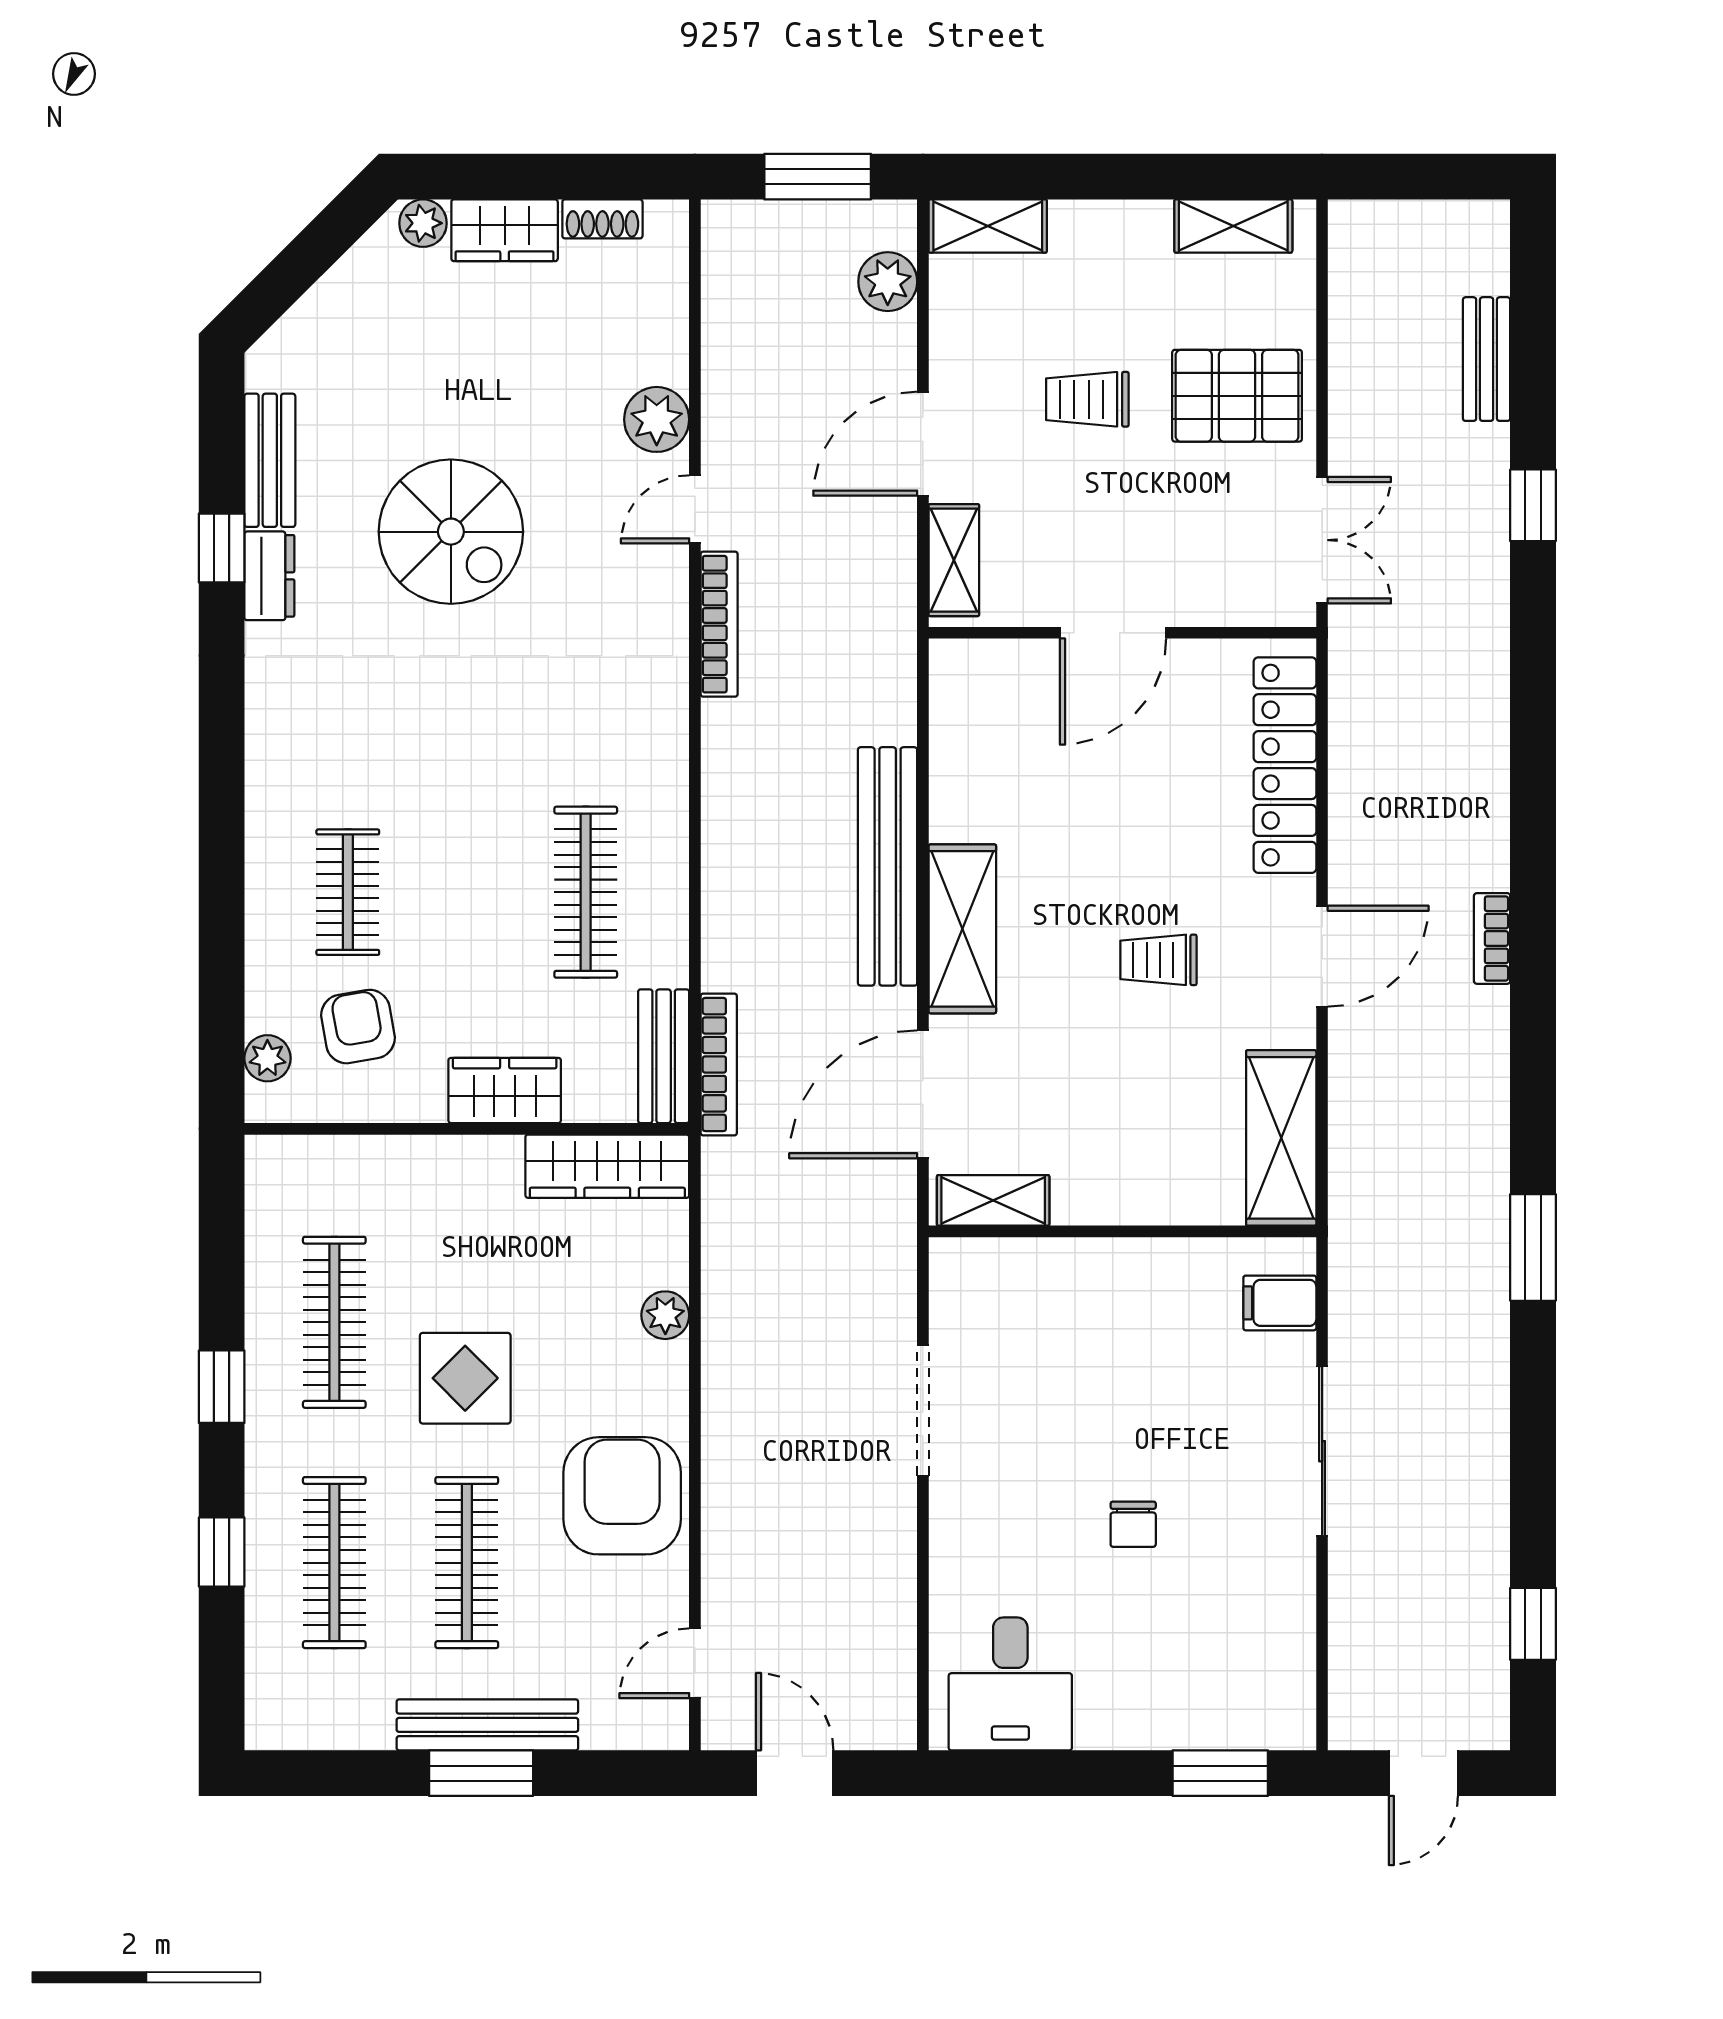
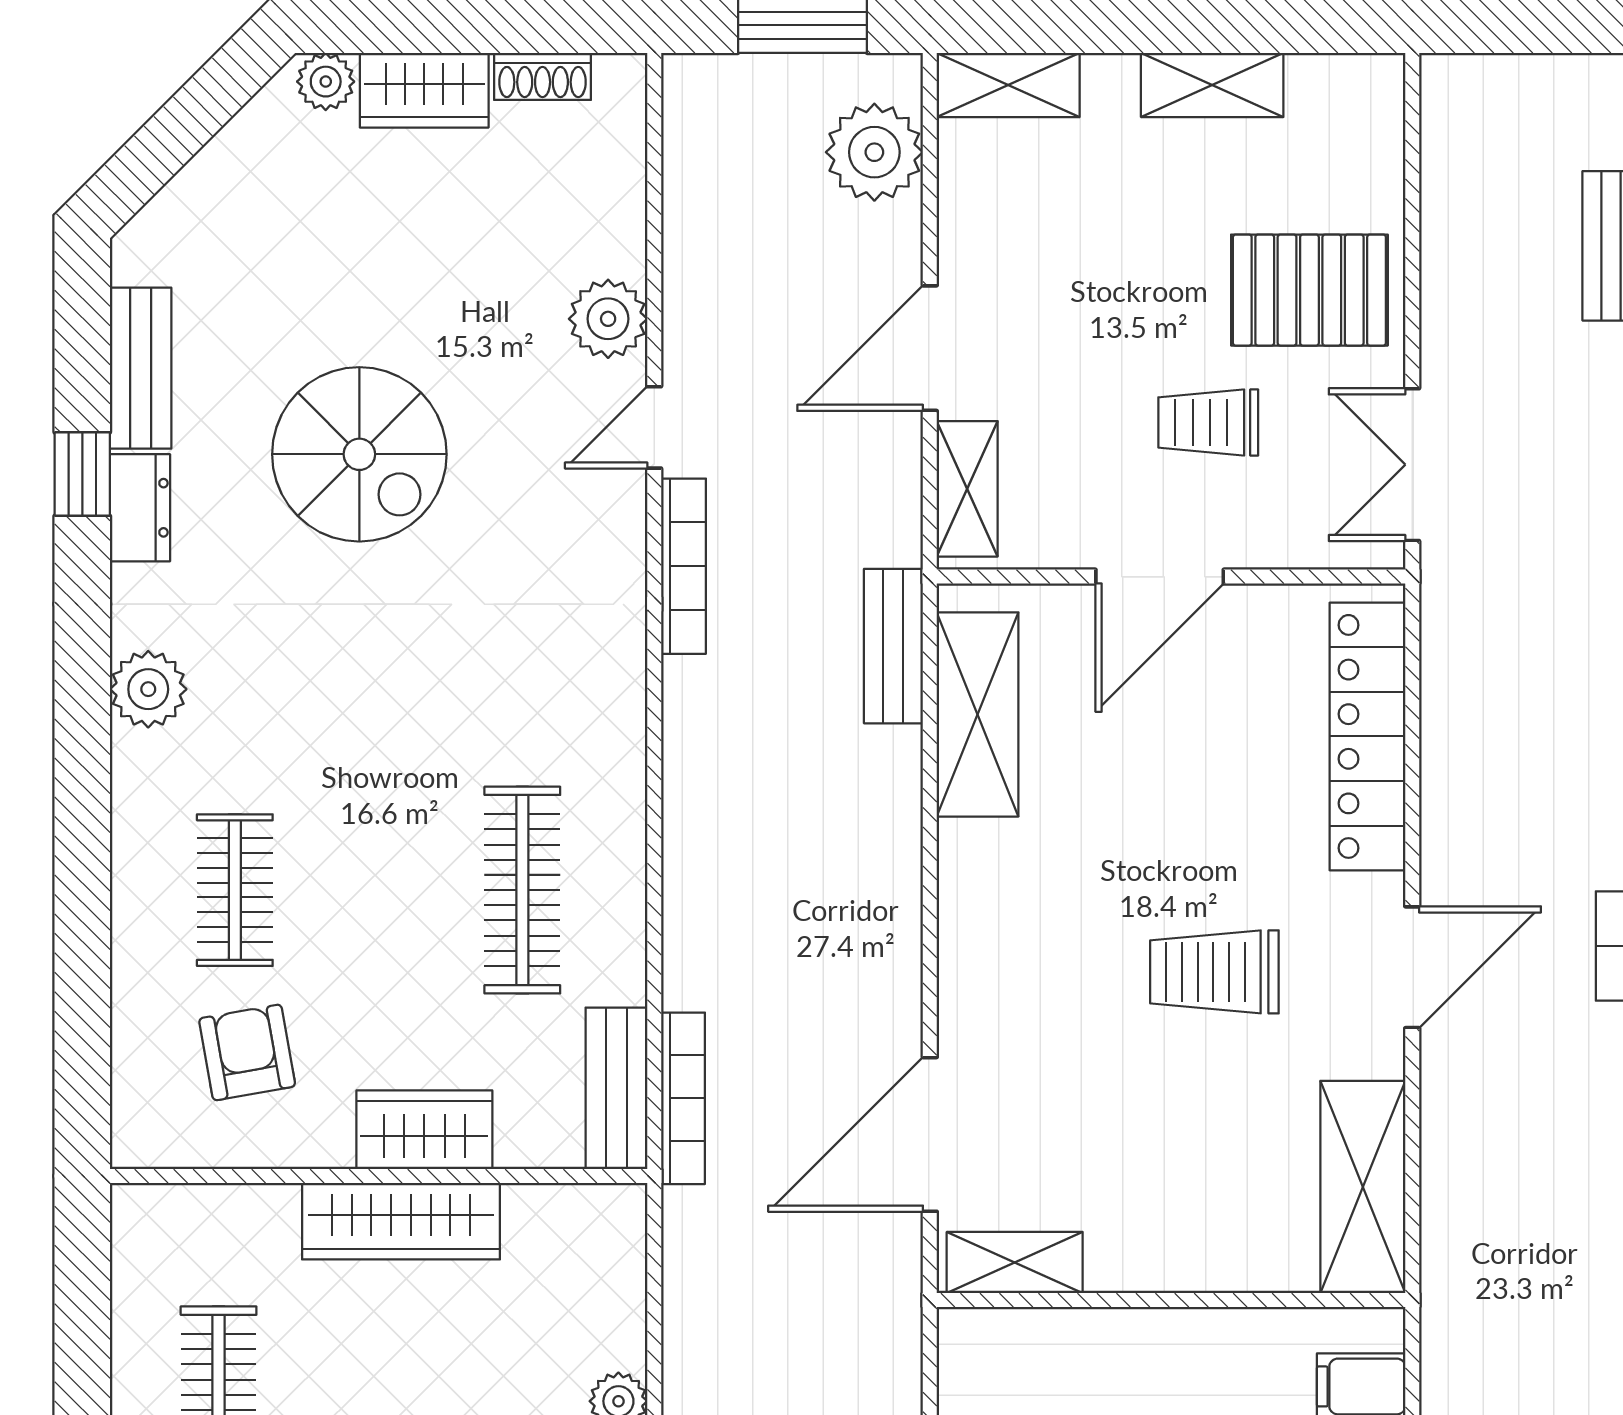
shelving: (1233, 226) -> (1212, 85), moved
plant: (888, 282) -> (874, 152), width x1.36, depth x1.36
trolley: (1087, 399) -> (1208, 422), moved
double door: (1322, 540) -> (1412, 465), swing flipped
bench: (888, 866) -> (893, 646), moved, width x0.54, depth x0.82
shelving: (962, 929) -> (978, 714), moved
trolley: (1158, 960) -> (1214, 972), width x1.36, depth x1.39
plant: (267, 1058) -> (148, 689), moved, width x1.38, depth x1.38
wardrobe: (607, 1166) -> (401, 1221), moved

